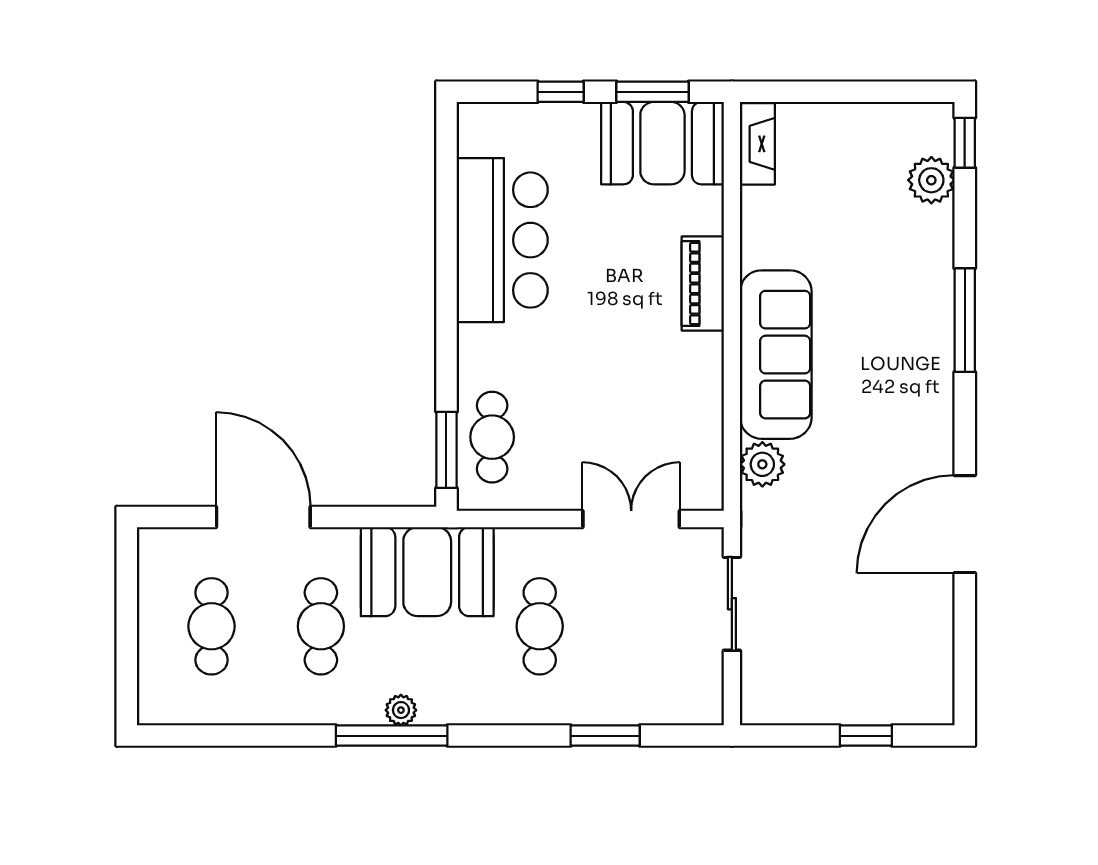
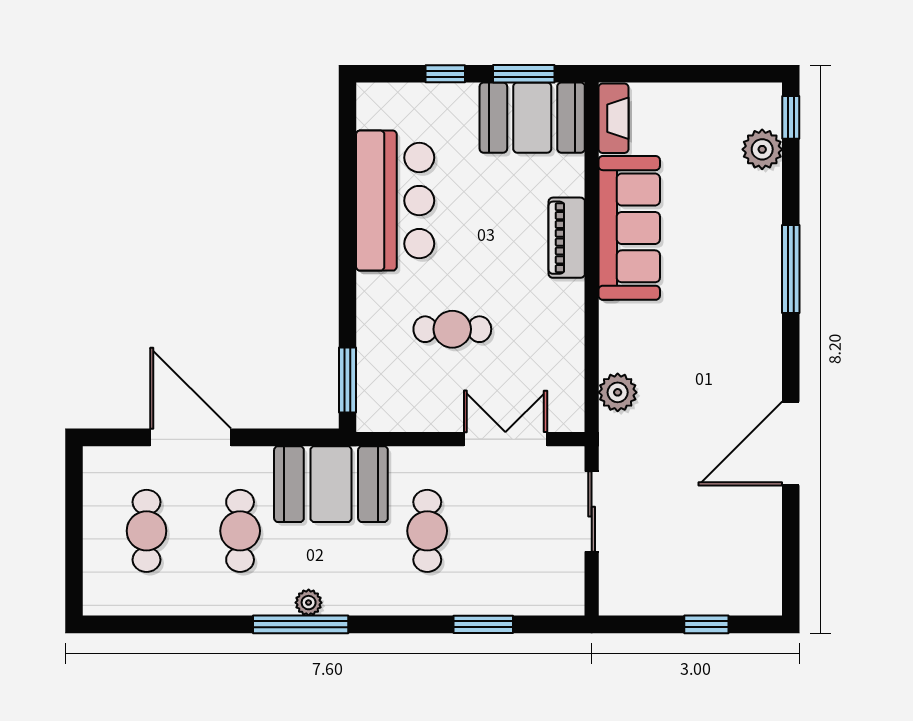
sofa: (776, 355) -> (629, 228), moved
cafe table: (492, 437) -> (452, 329), moved, turned 90

